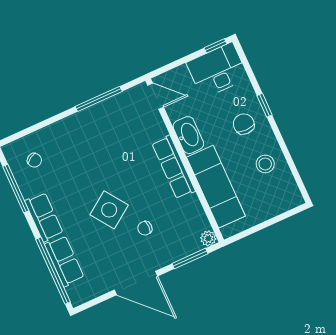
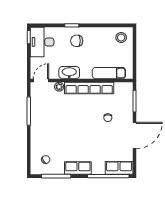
stool: (265, 164) -> (121, 38), moved
row of seats: (174, 167) -> (89, 88), width x1.36
exam couch: (216, 187) -> (109, 73), width x0.73, depth x0.69
side table: (109, 210) -> (90, 132), removed
plant: (208, 238) -> (59, 87), moved
row of seats: (64, 261) -> (119, 168), moved

